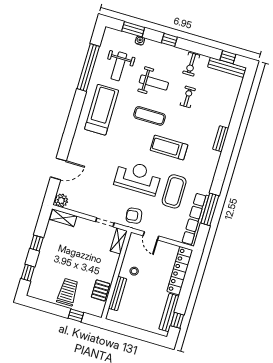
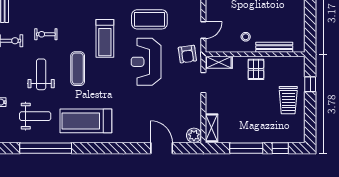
window: (37, 243) -> (246, 148), width x2.17
pallet: (101, 290) -> (256, 69), moved, turned 90
trolley: (68, 292) -> (288, 100), turned -90

